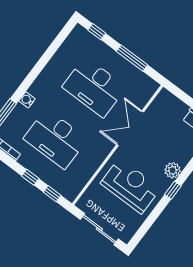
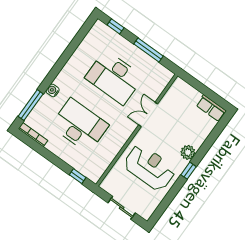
double door: (130, 128) -> (148, 114), width x0.73
desk: (55, 139) -> (80, 126), turned 180
window: (30, 177) -> (57, 161), removed
sliding door: (99, 229) -> (122, 208), width x0.73

